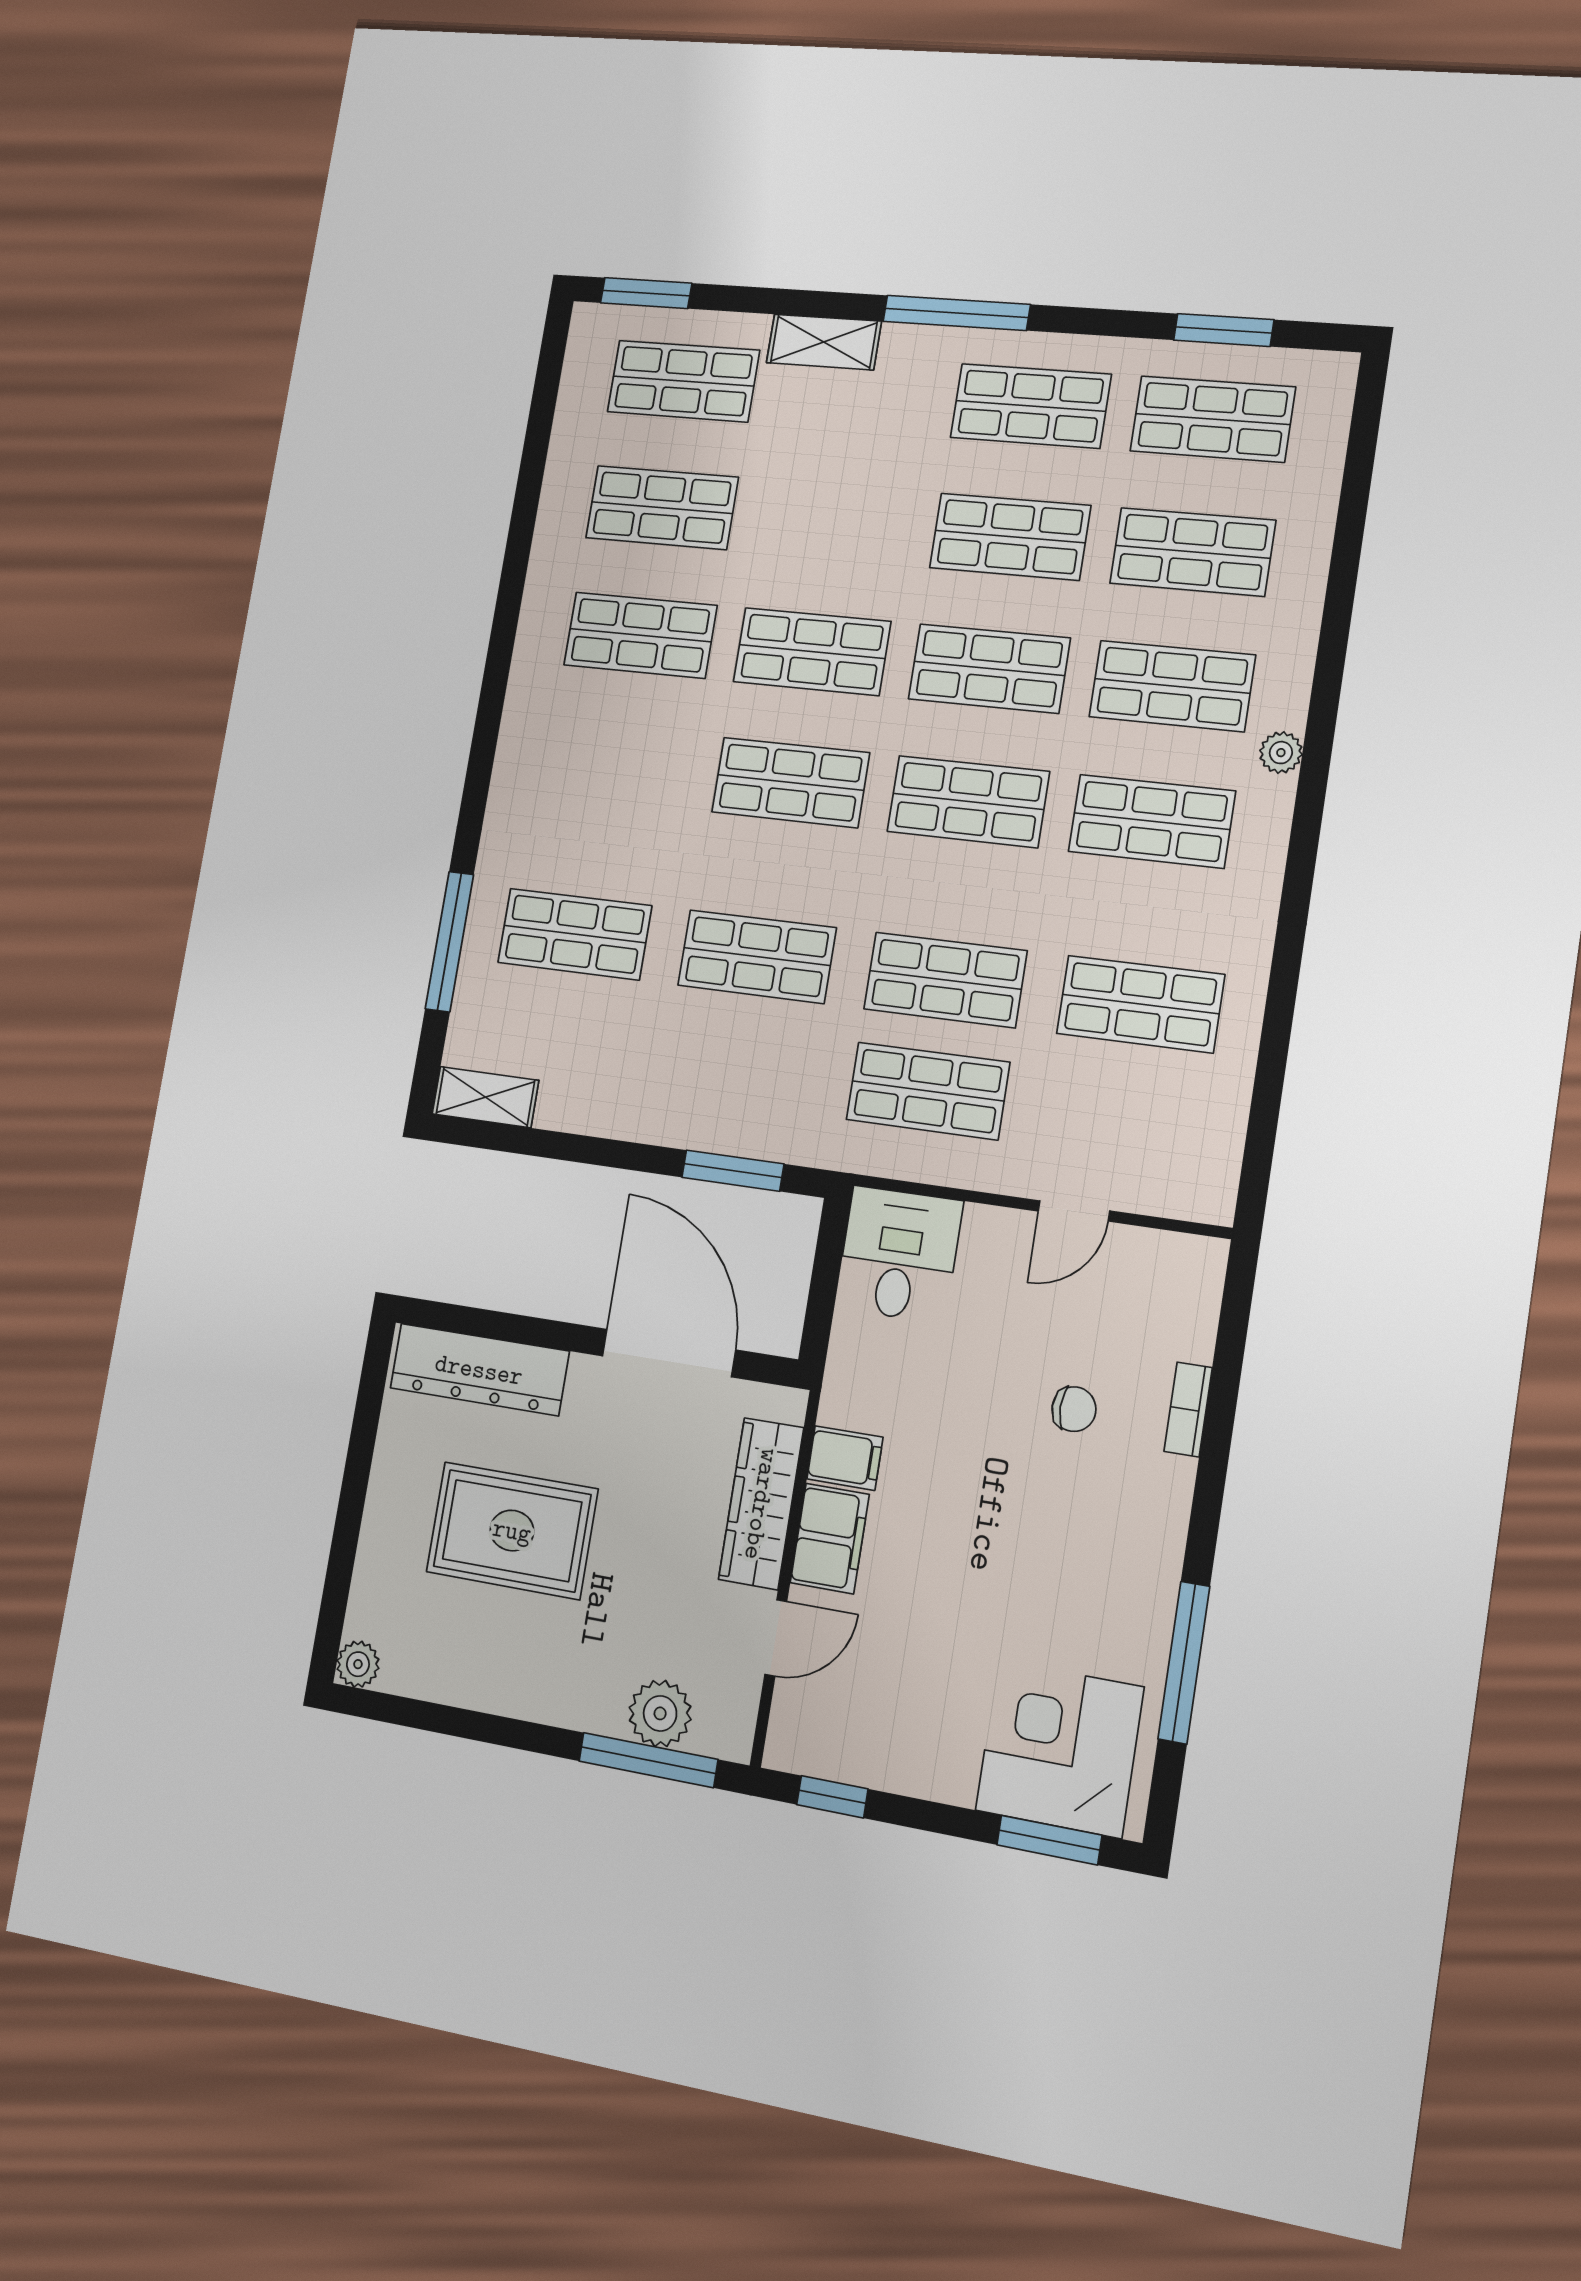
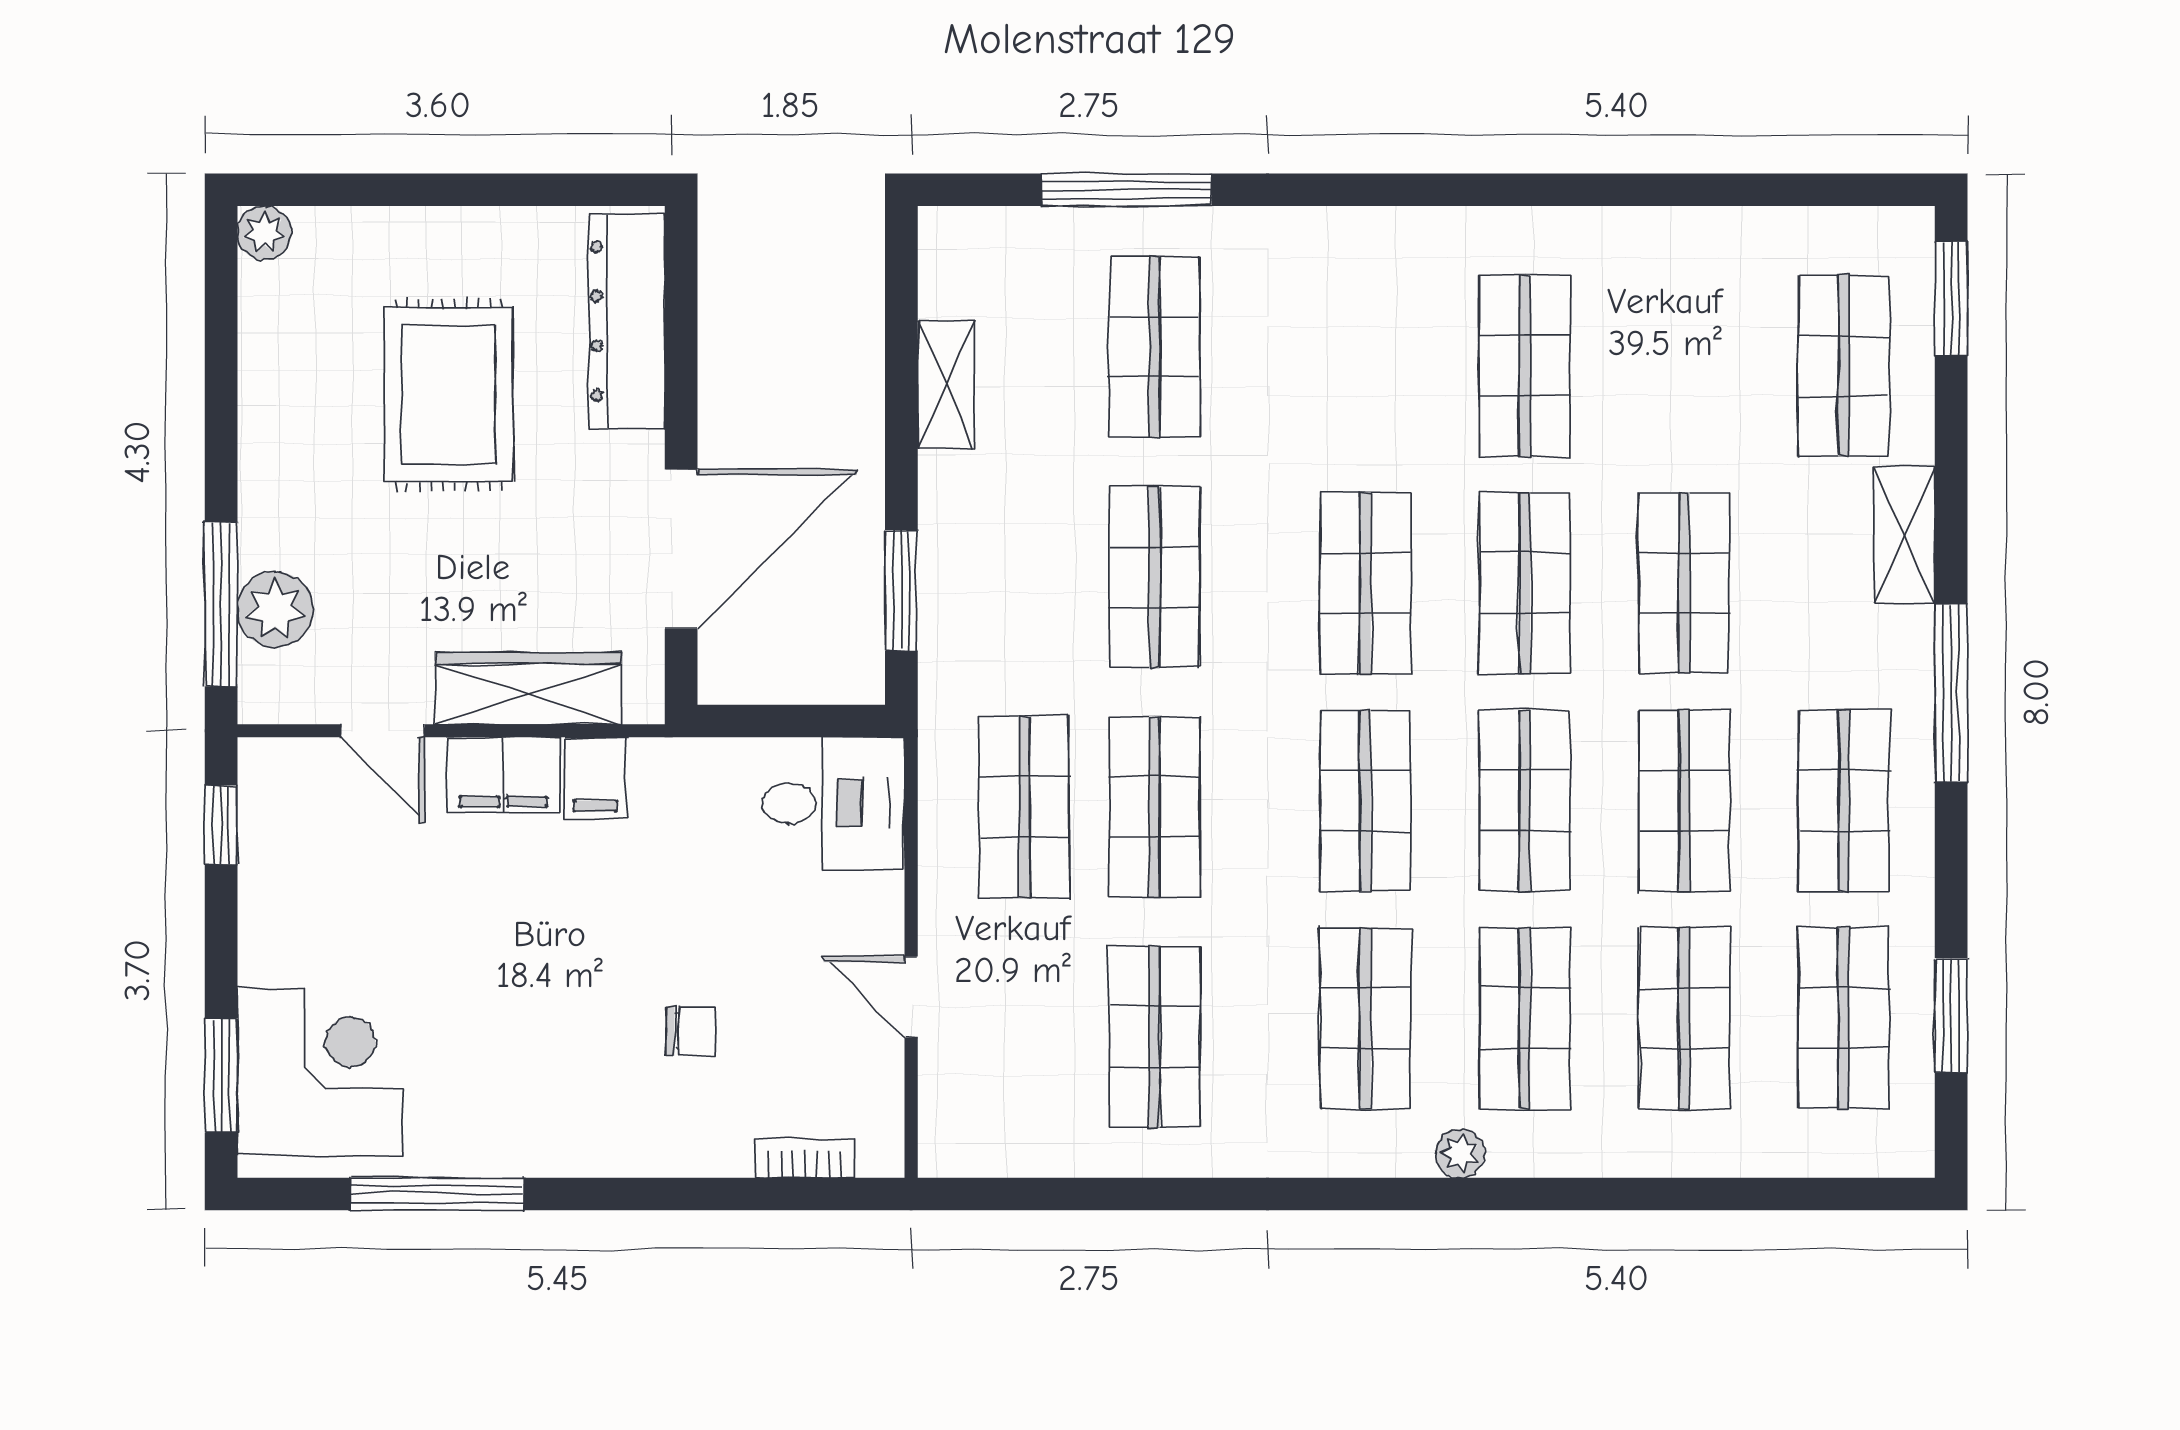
shop shelf: (662, 508) -> (1684, 583), moved
shelving: (485, 1097) -> (946, 384), moved
chair: (1074, 1409) -> (691, 1031), turned -90
bookcase: (1188, 1409) -> (805, 1158), moved

